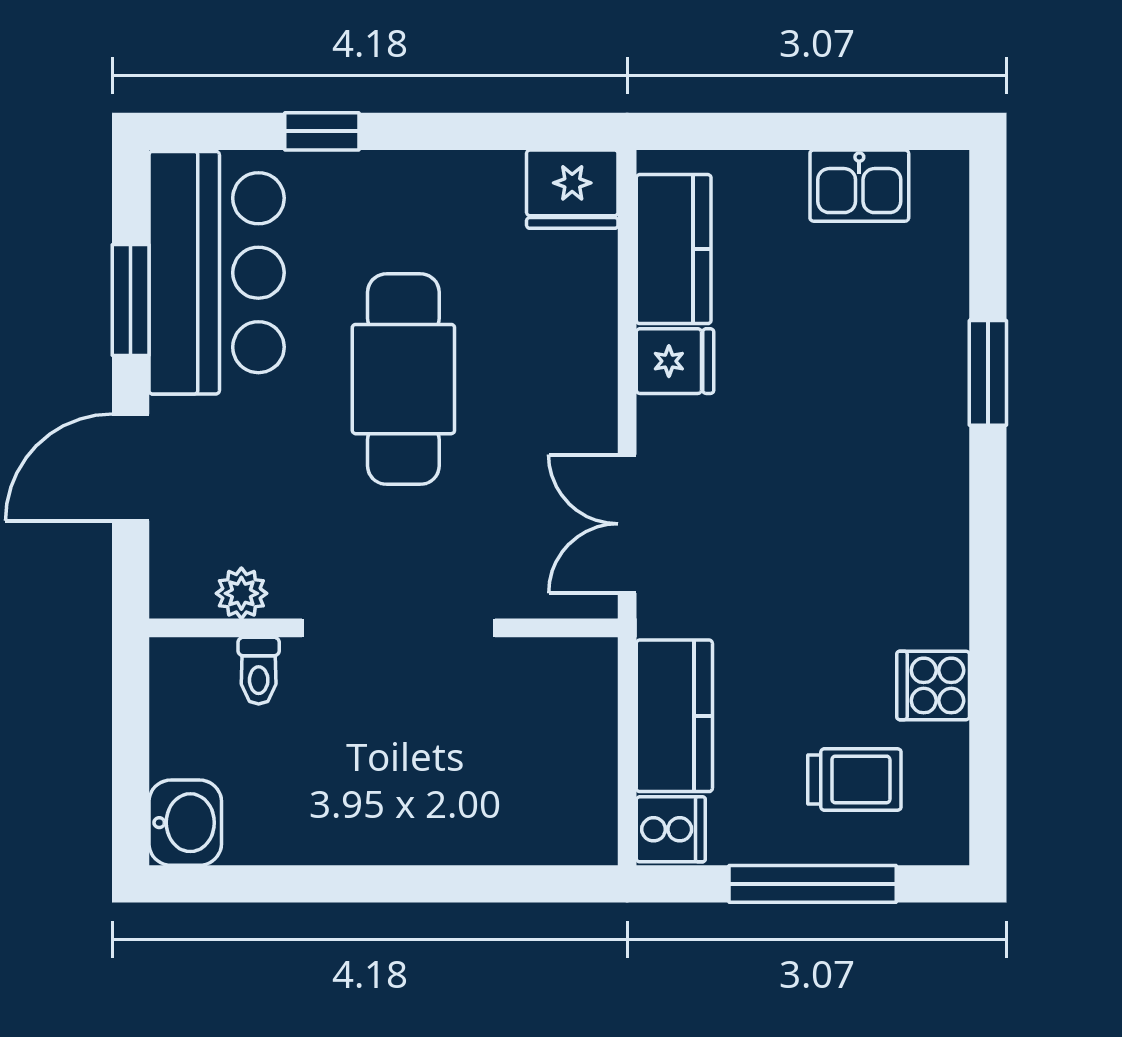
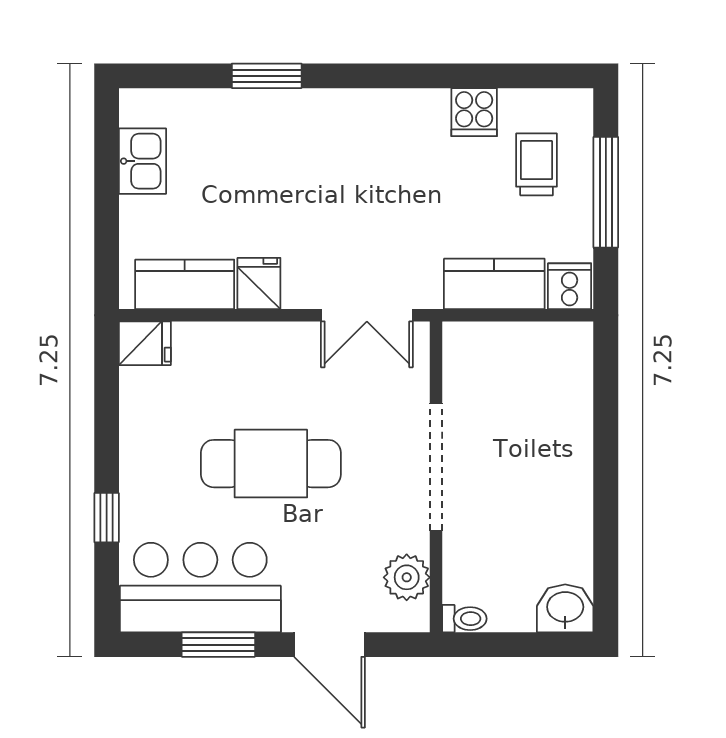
fridge: (572, 189) -> (145, 343), width x0.72
plant: (241, 593) -> (407, 577), width x1.38, depth x1.38
toilet: (259, 671) -> (464, 619), moved

